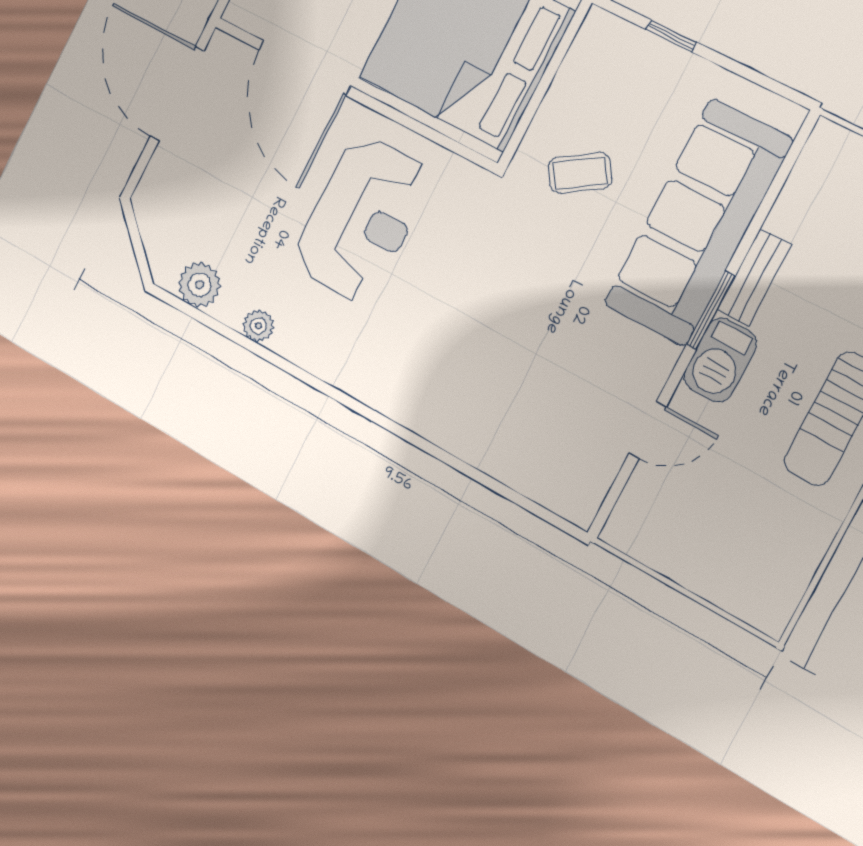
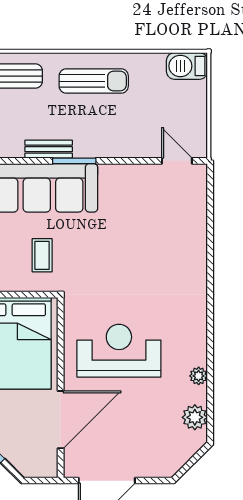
coffee table: (580, 173) -> (42, 255), turned 33
barbecue: (720, 360) -> (187, 66), moved, turned 180
door: (648, 430) -> (177, 161), moved

